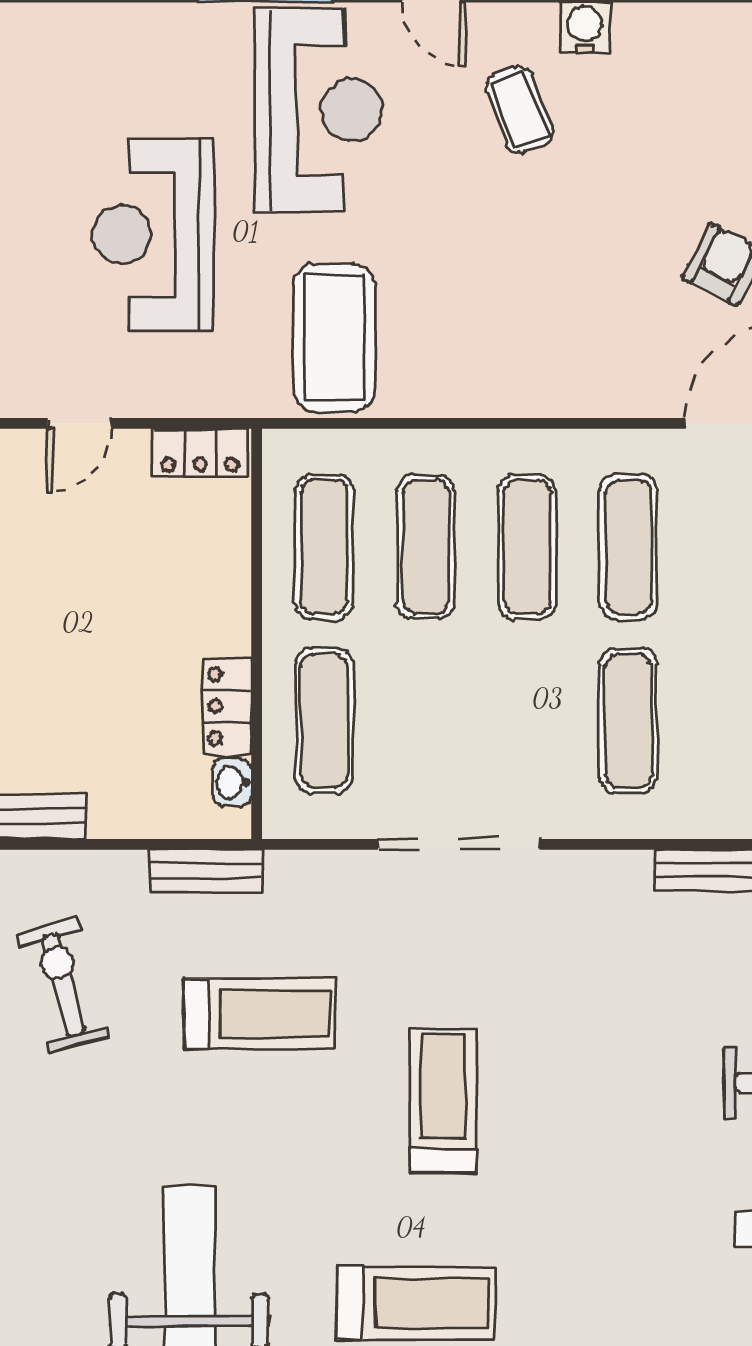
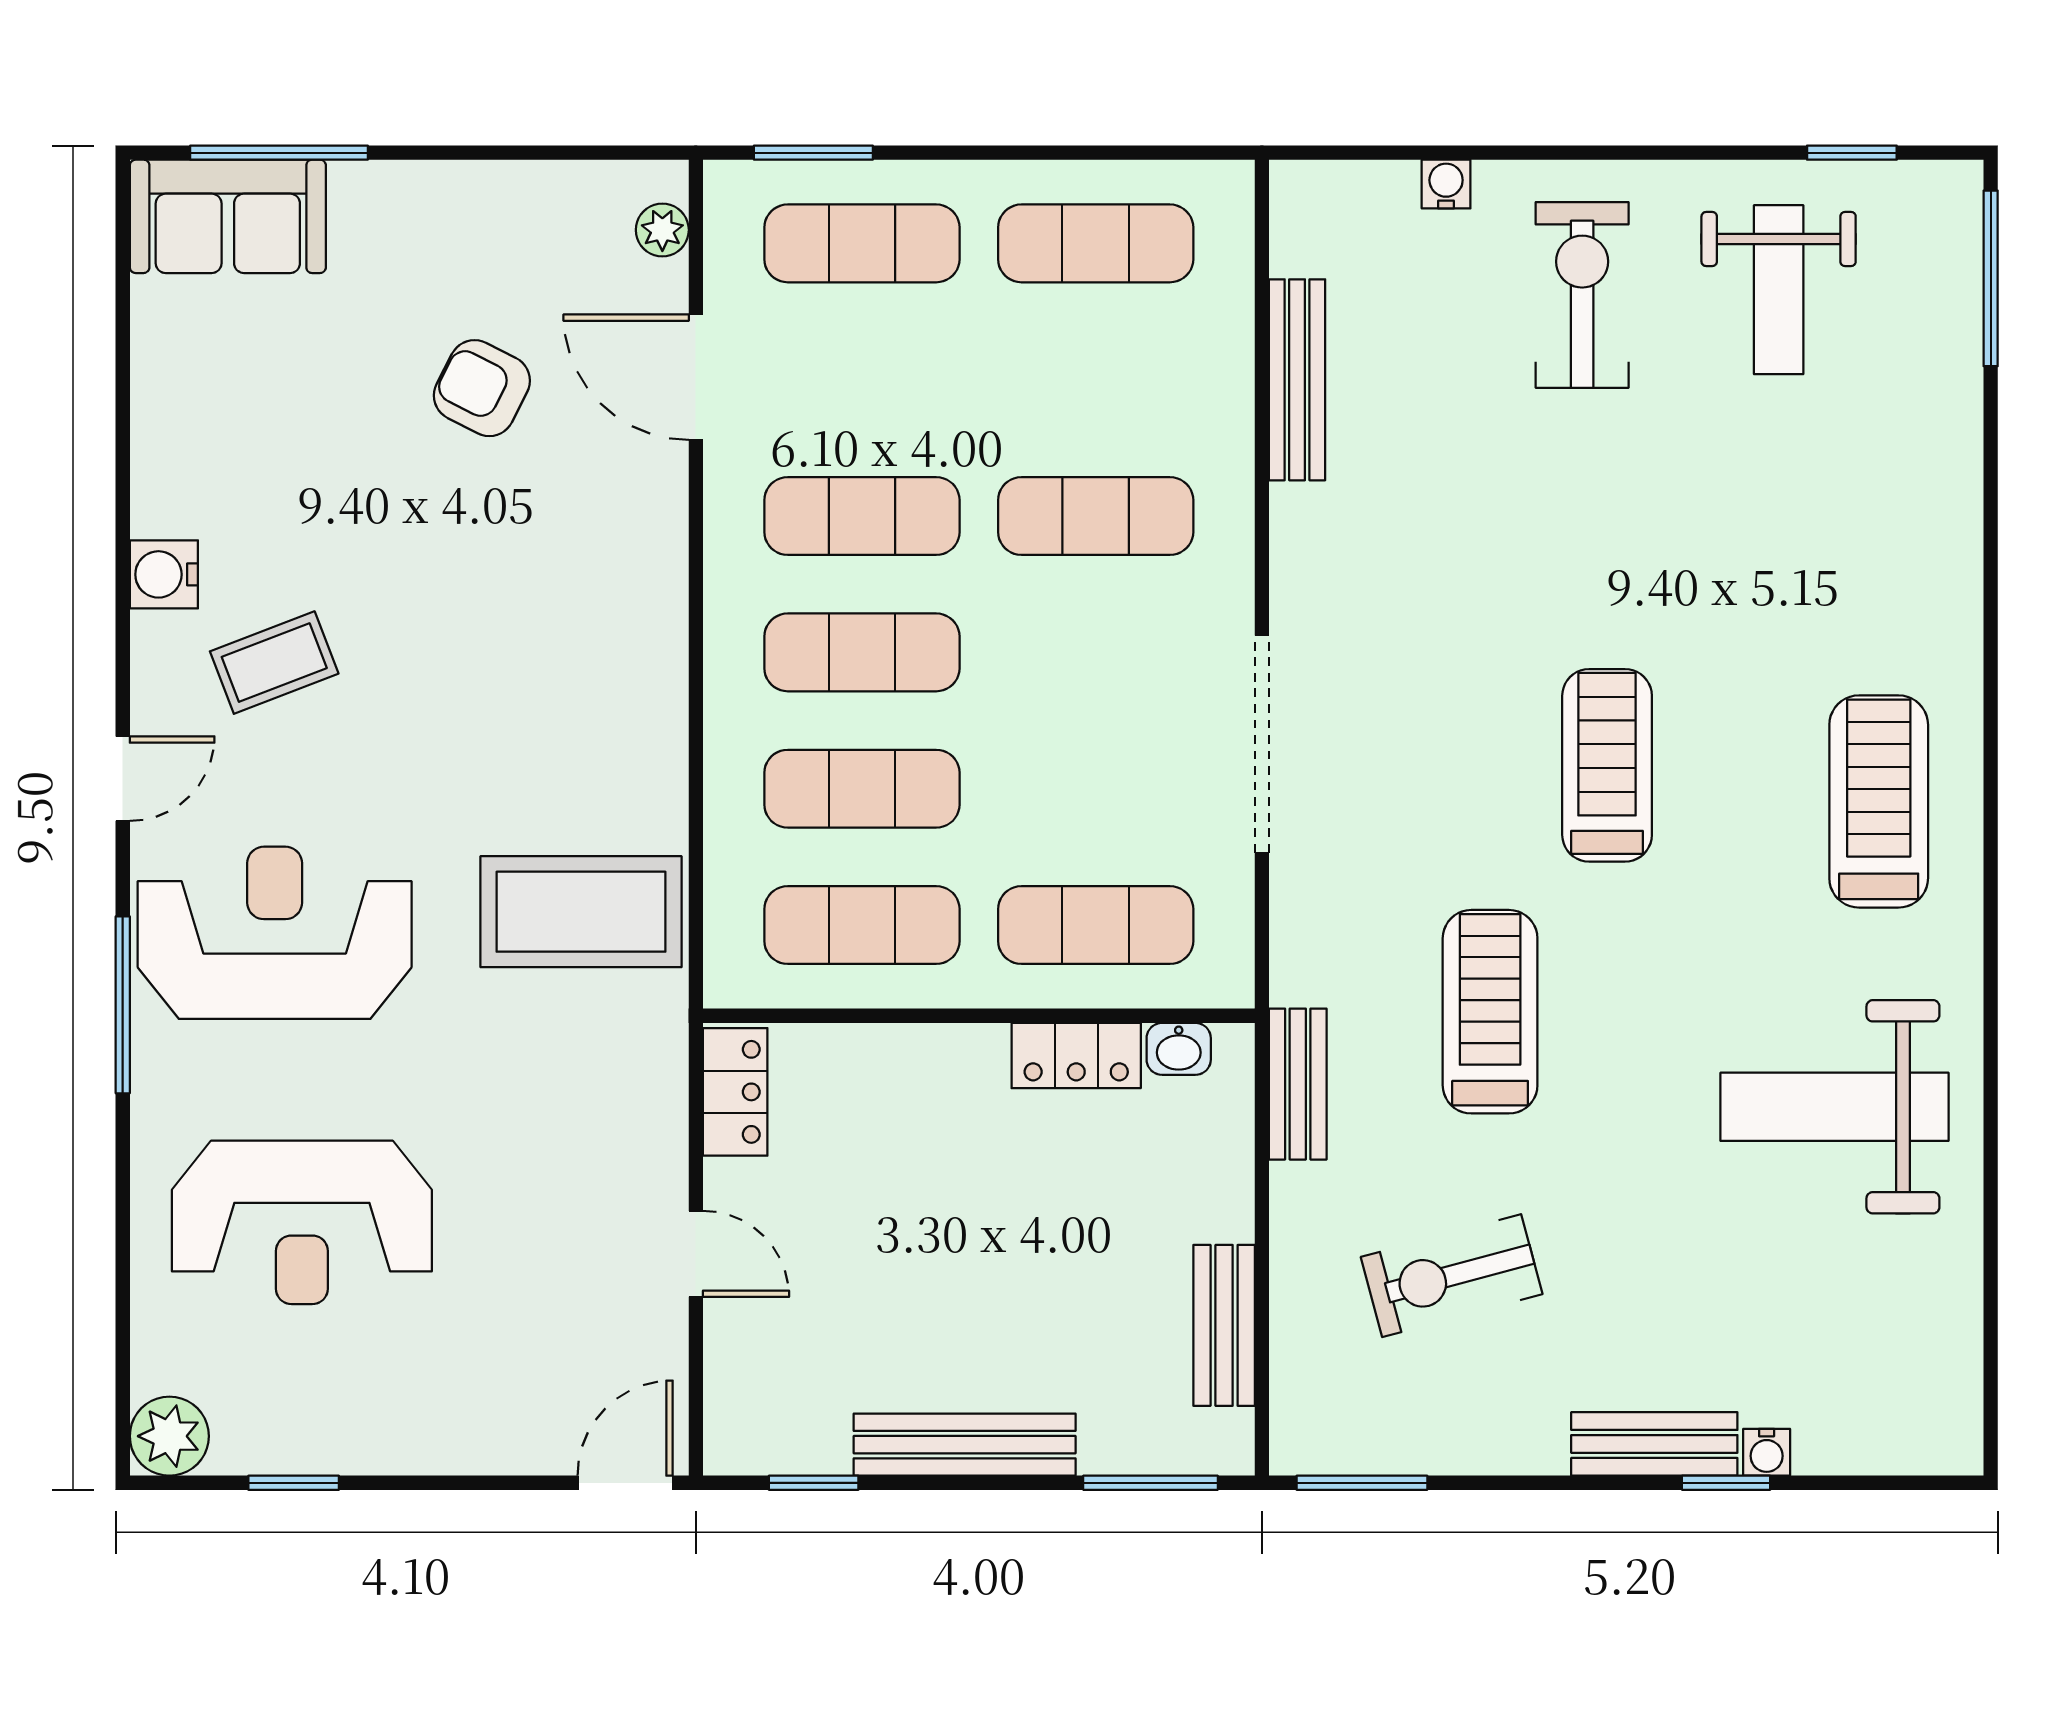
reception desk: (153, 234) -> (302, 1222), moved
treadmill: (443, 1101) -> (1607, 765), turned 90

